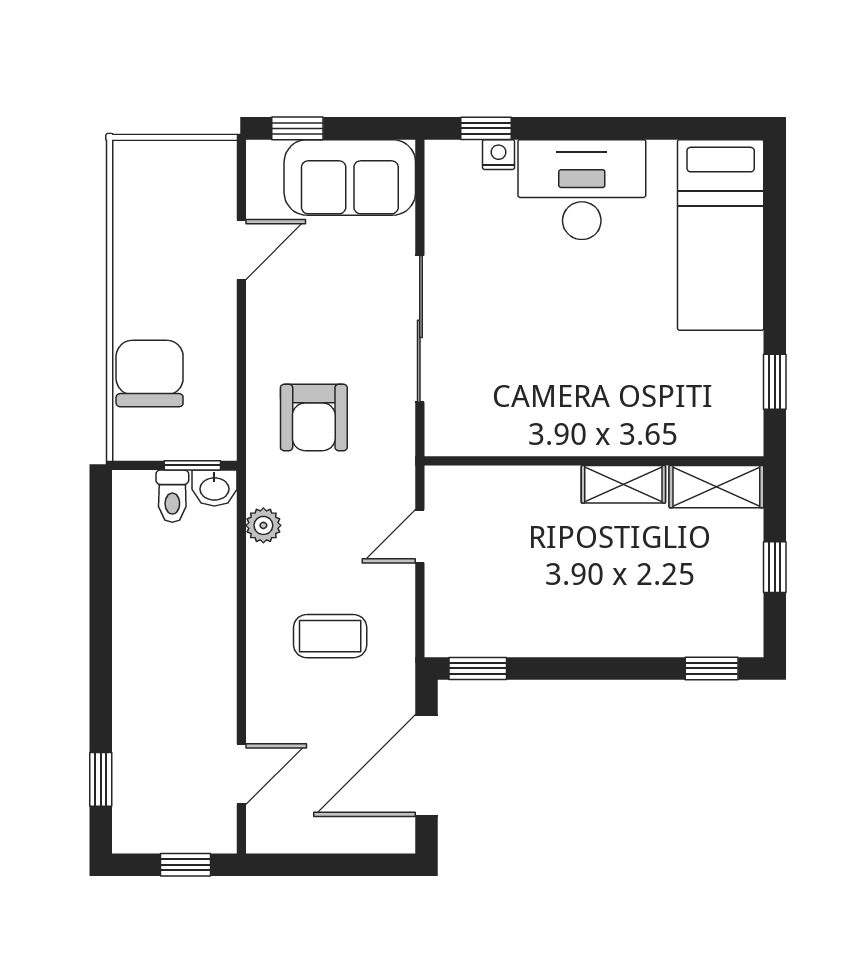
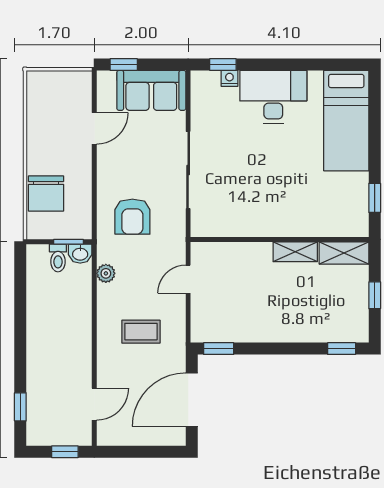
chair: (150, 373) -> (46, 193), turned 180

